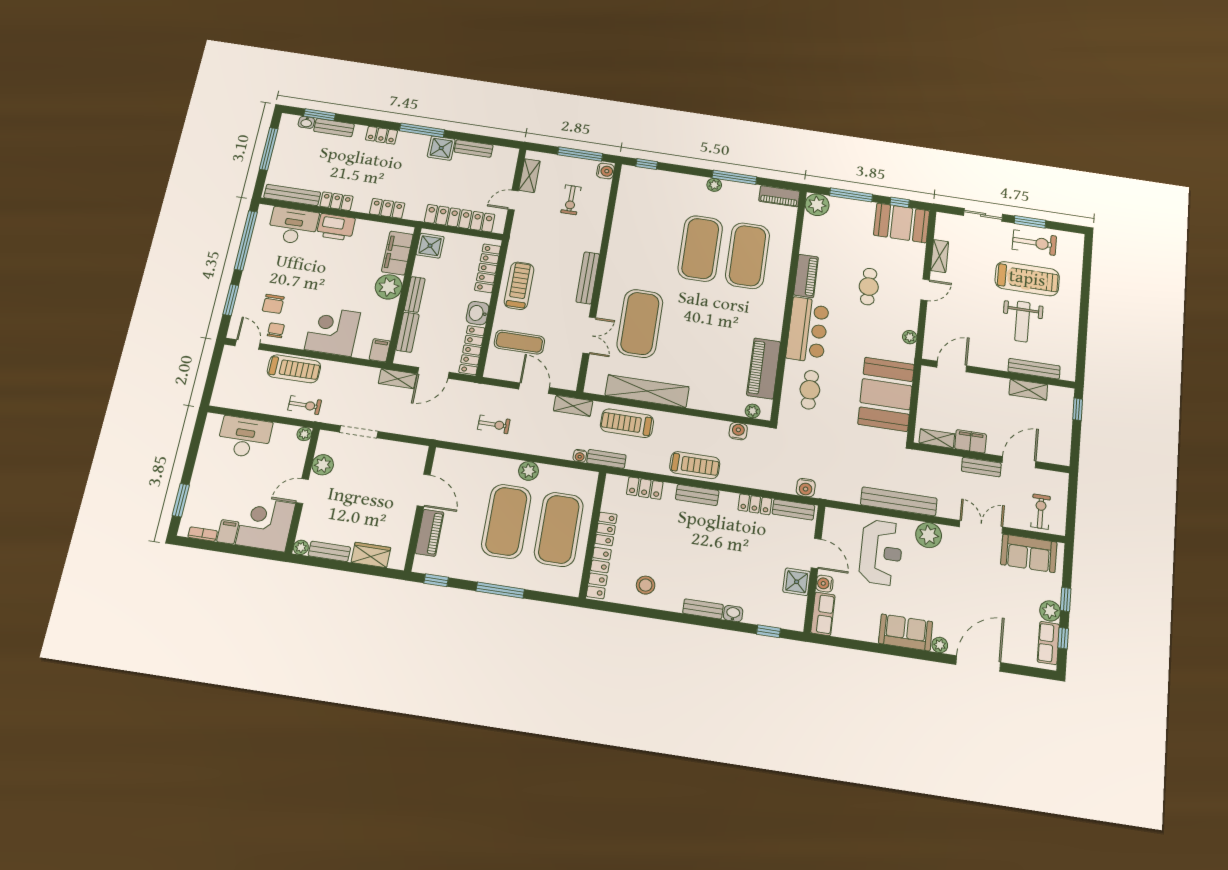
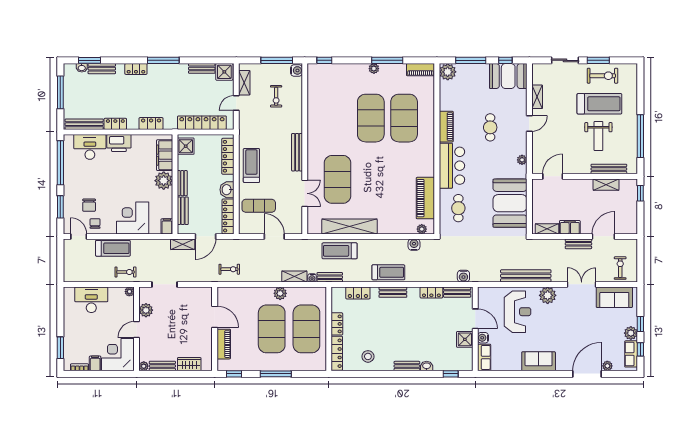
shower: (441, 148) -> (224, 72), moved
window: (1083, 331) -> (640, 136), added
shelving: (573, 406) -> (294, 276), moved
exercise bike: (494, 424) -> (229, 269), moved
plant: (940, 645) -> (607, 366), moved

